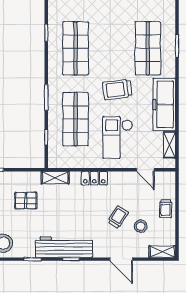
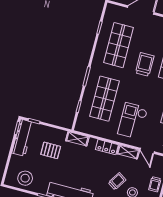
trolley: (117, 90) -> (145, 64), moved, turned 97
shelving: (122, 177) -> (128, 152), added

